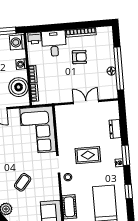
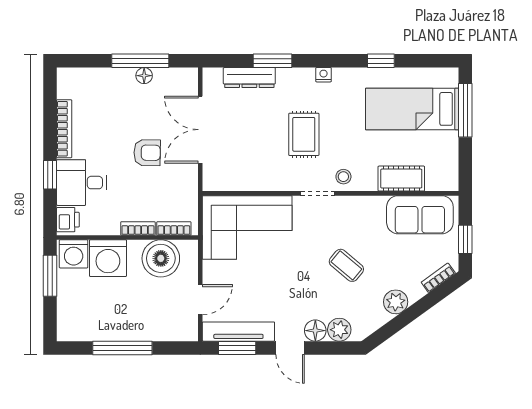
window: (57, 27) -> (50, 175), added
armchair: (79, 57) -> (147, 153), moved, turned 89
washing machine: (21, 64) -> (108, 258), width x1.89, depth x1.89
window: (119, 68) -> (140, 61), width x0.68
double door: (86, 102) -> (200, 130), width x1.37
dresser: (115, 129) -> (249, 78), width x1.44
window: (126, 155) -> (272, 61), moved

